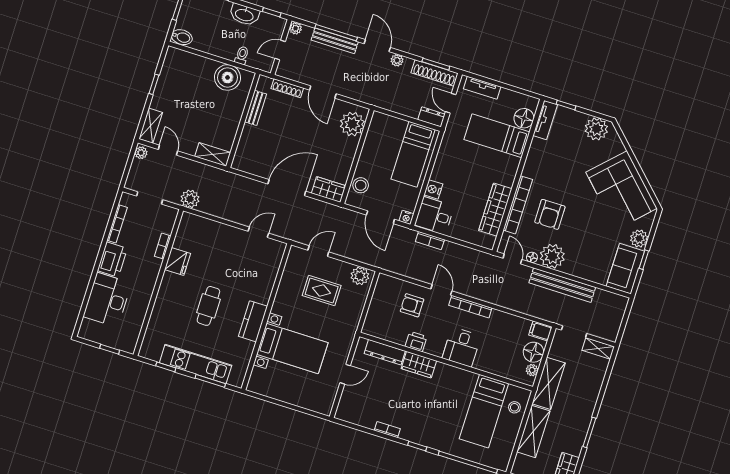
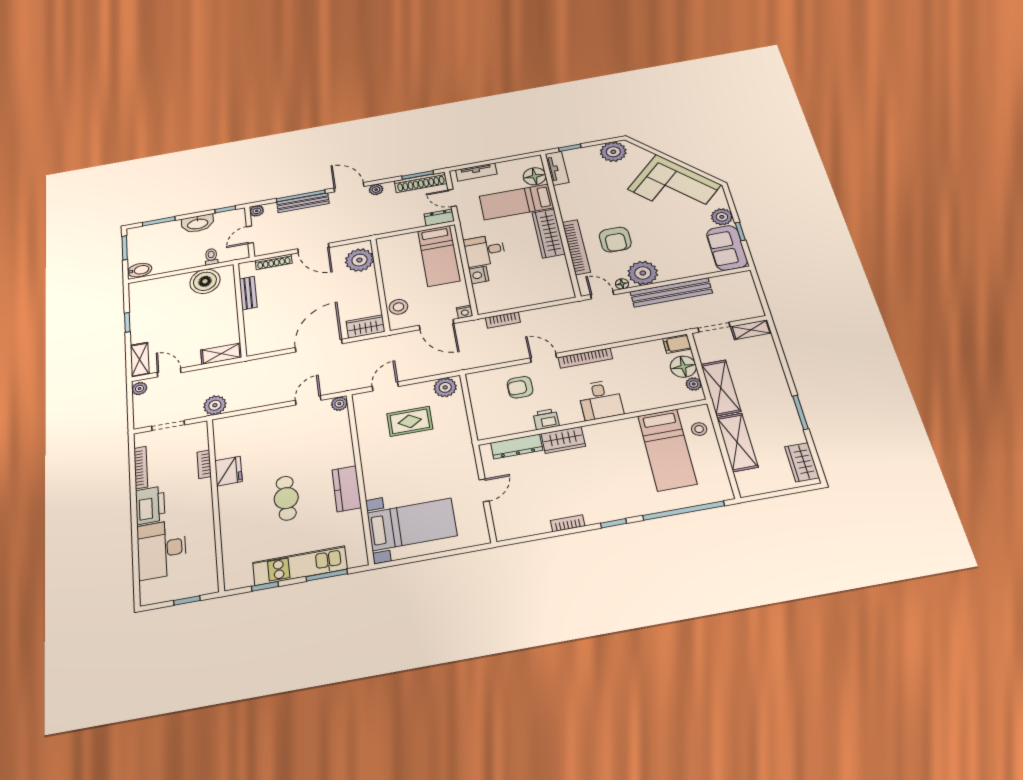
wardrobe: (495, 210) -> (549, 233), moved
desk: (434, 215) -> (484, 250), moved
plant: (279, 248) -> (339, 404), added
bed with nightstands: (292, 348) -> (412, 524), moved

